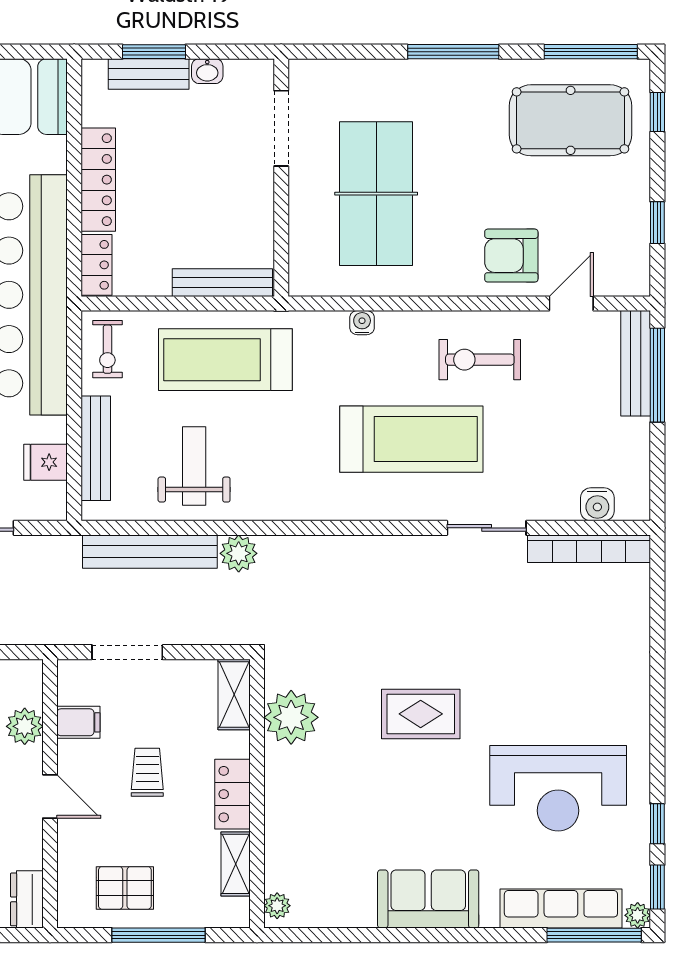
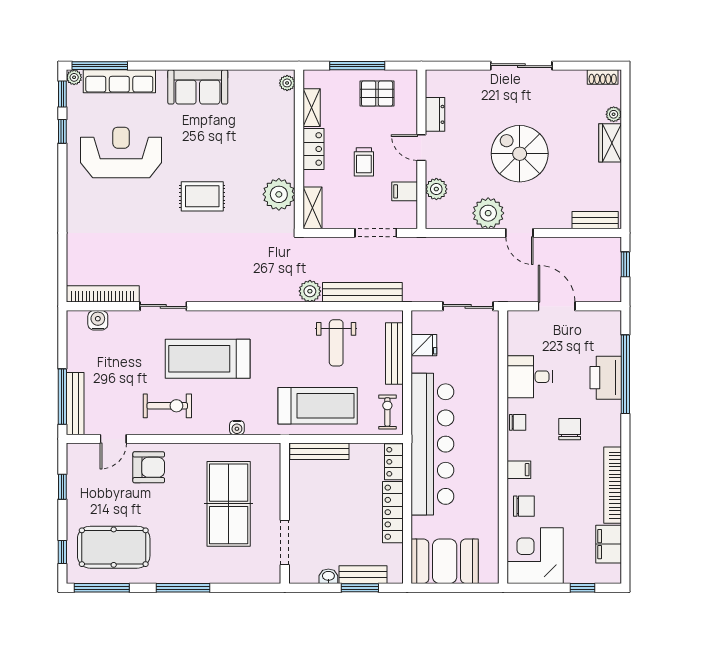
dresser: (27, 899) -> (435, 114), moved

